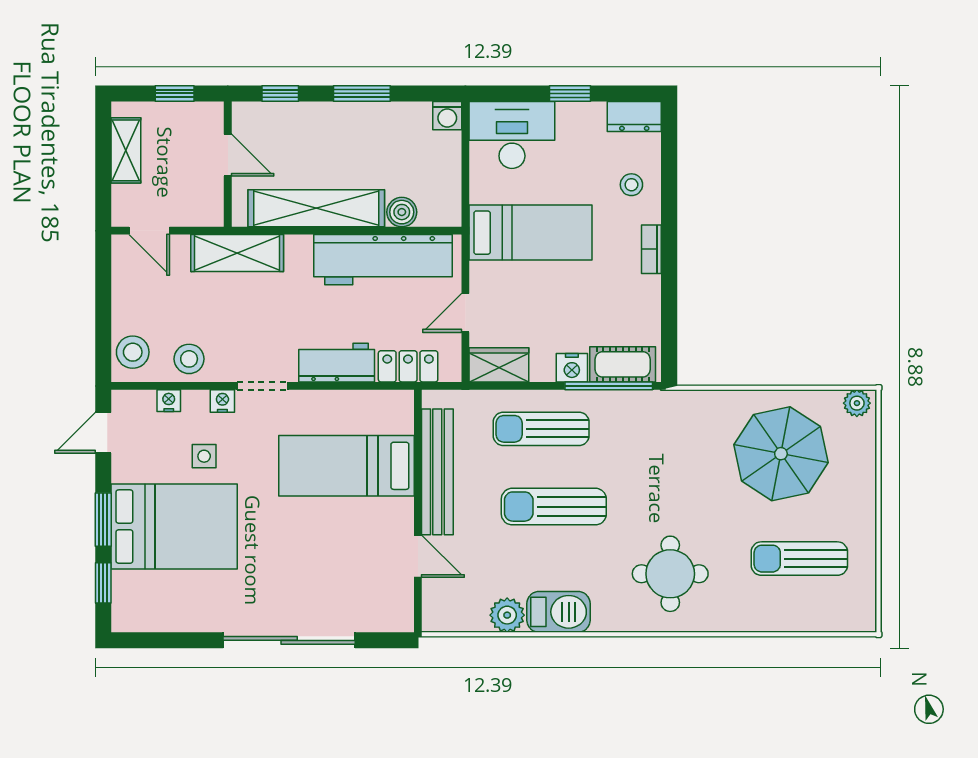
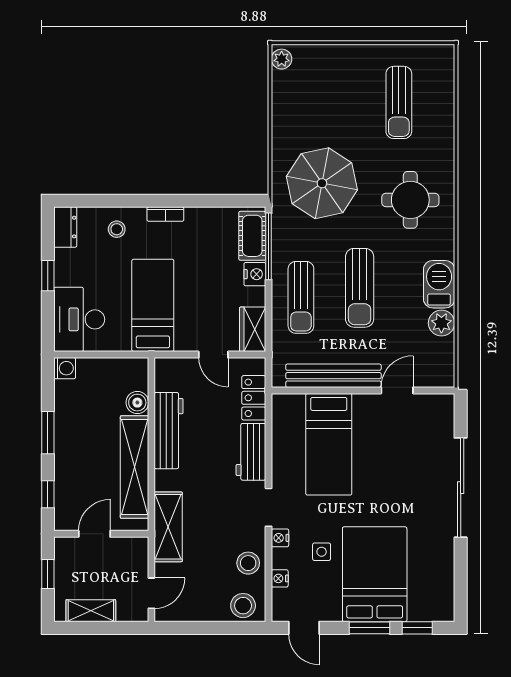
workbench: (383, 260) -> (169, 431), width x0.73, depth x0.76
parasol: (781, 454) -> (322, 183), moved

